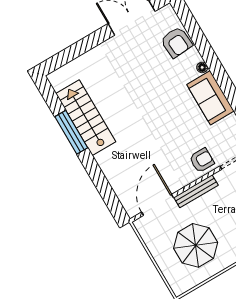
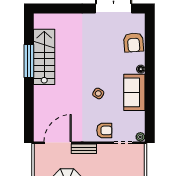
side table: (171, 123) -> (98, 93), added
bench: (196, 191) -> (84, 149), width x0.73

